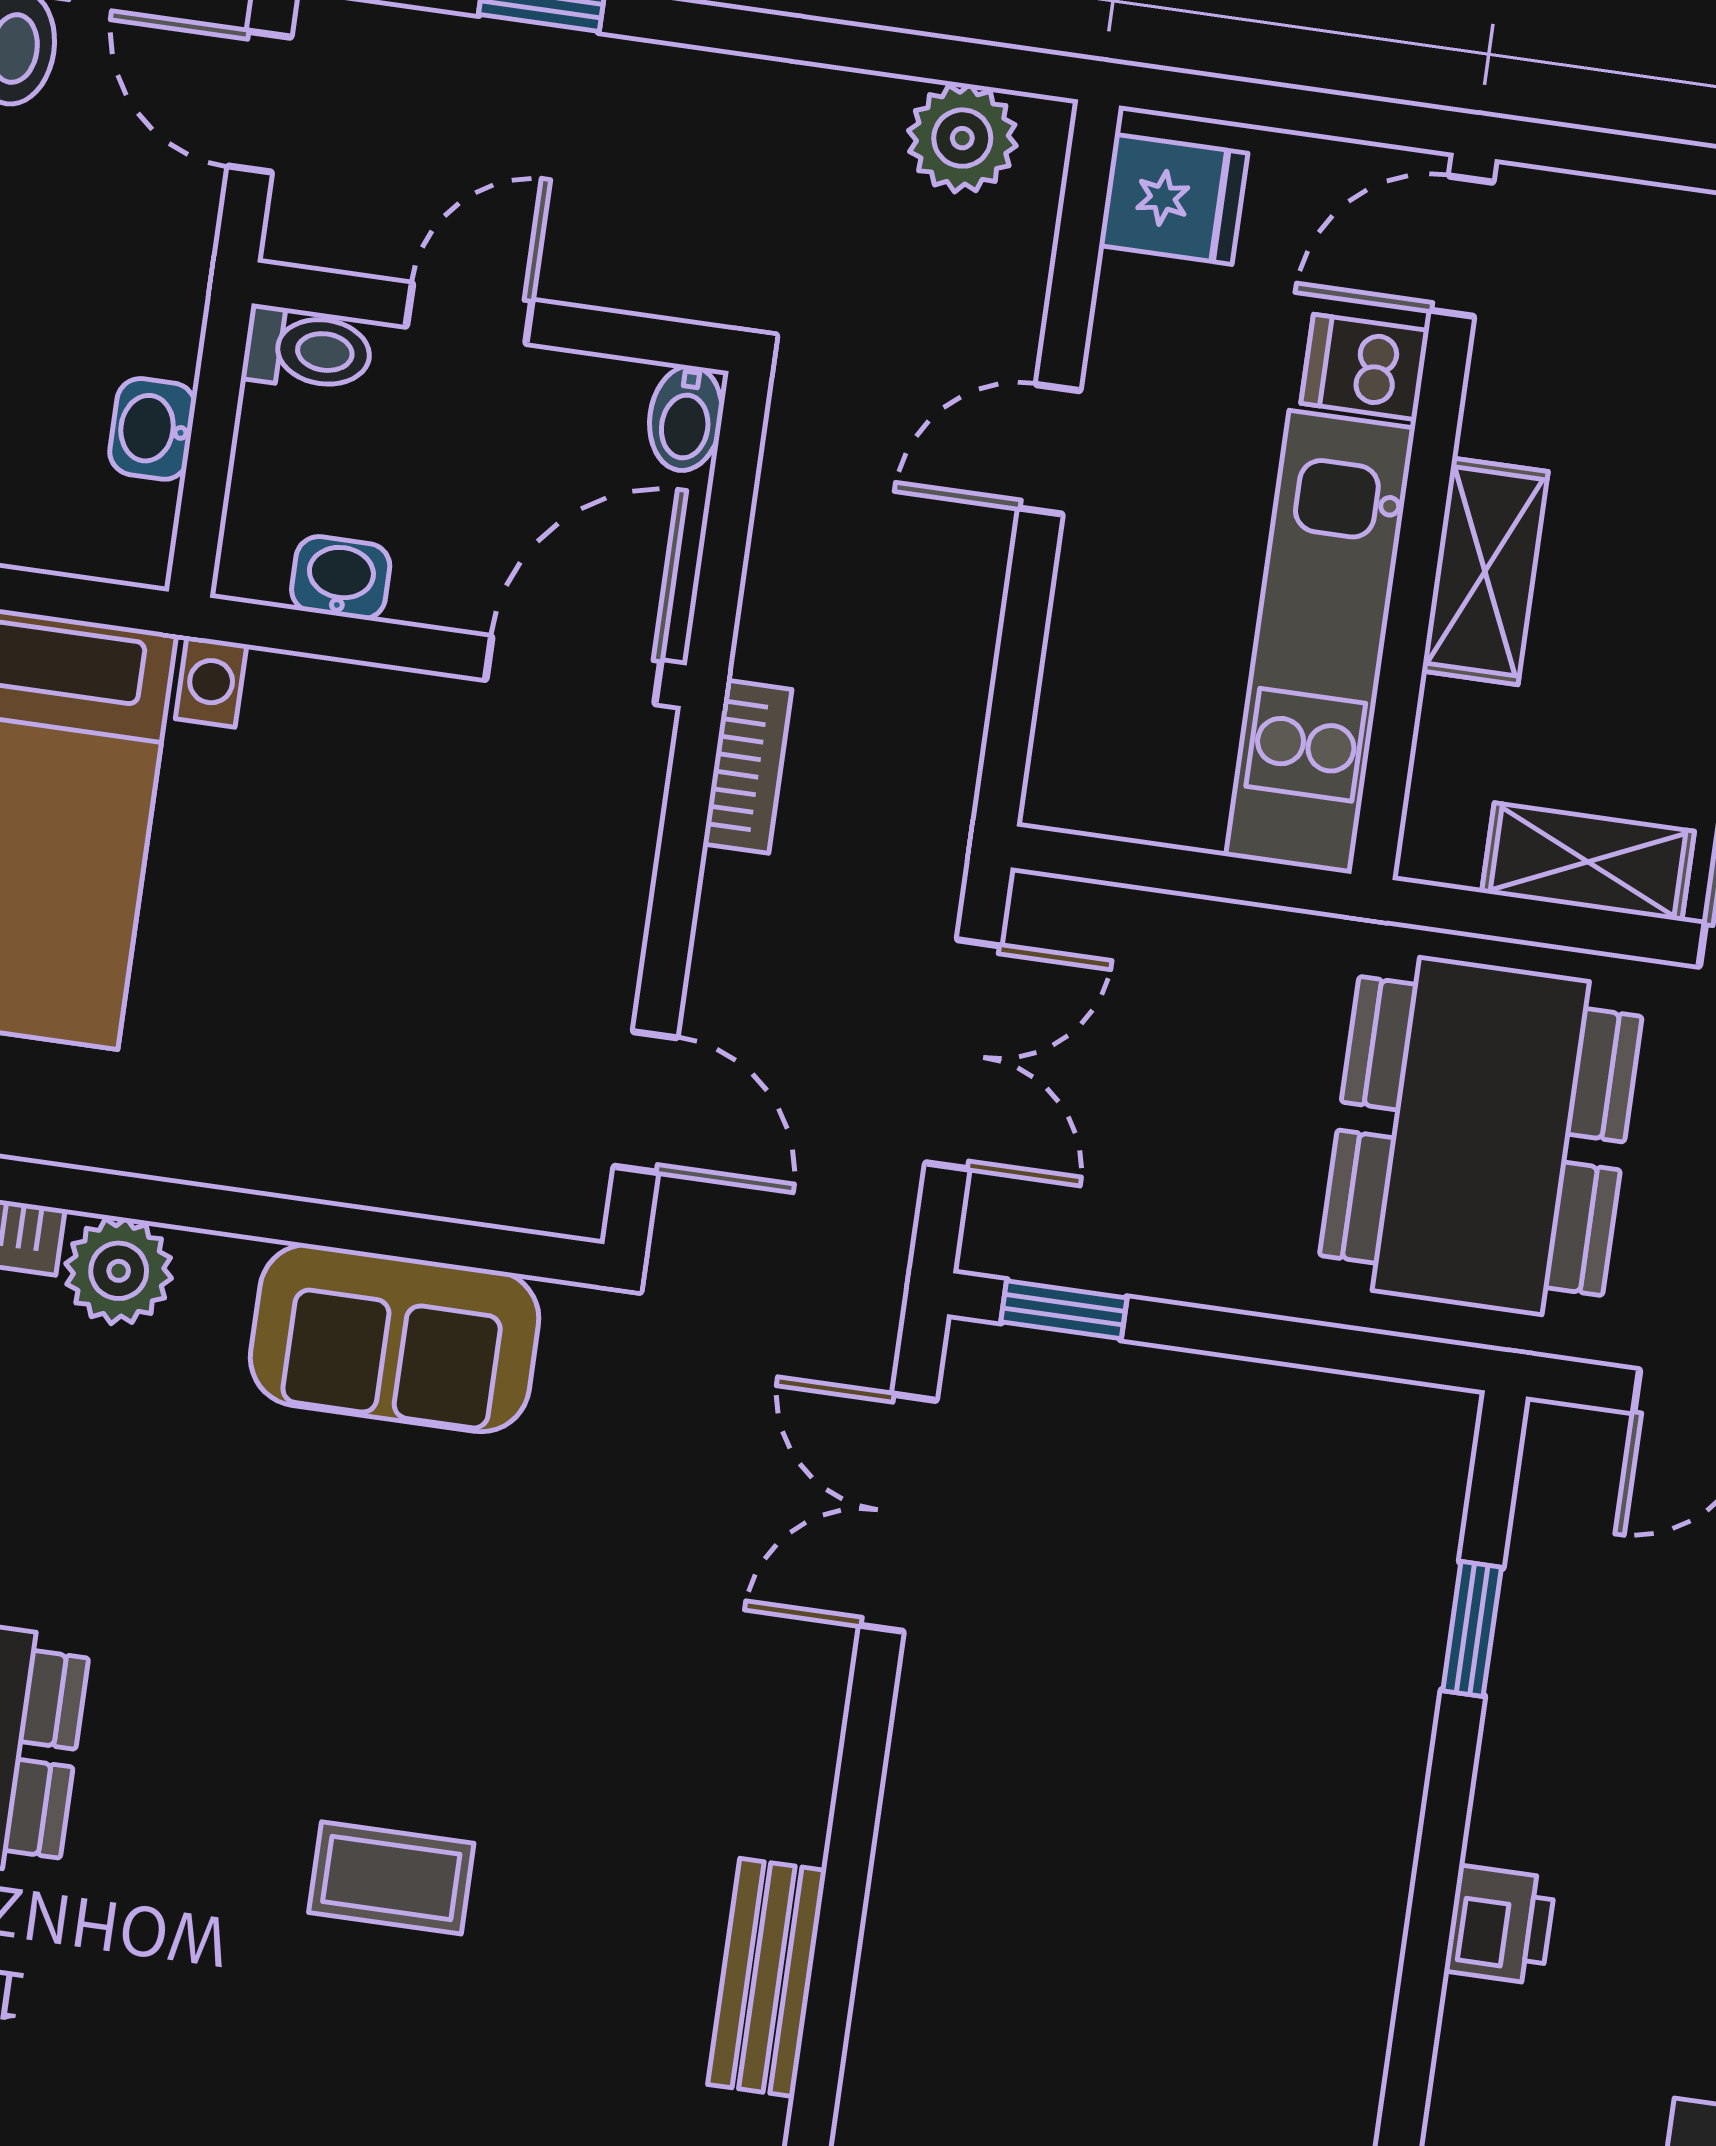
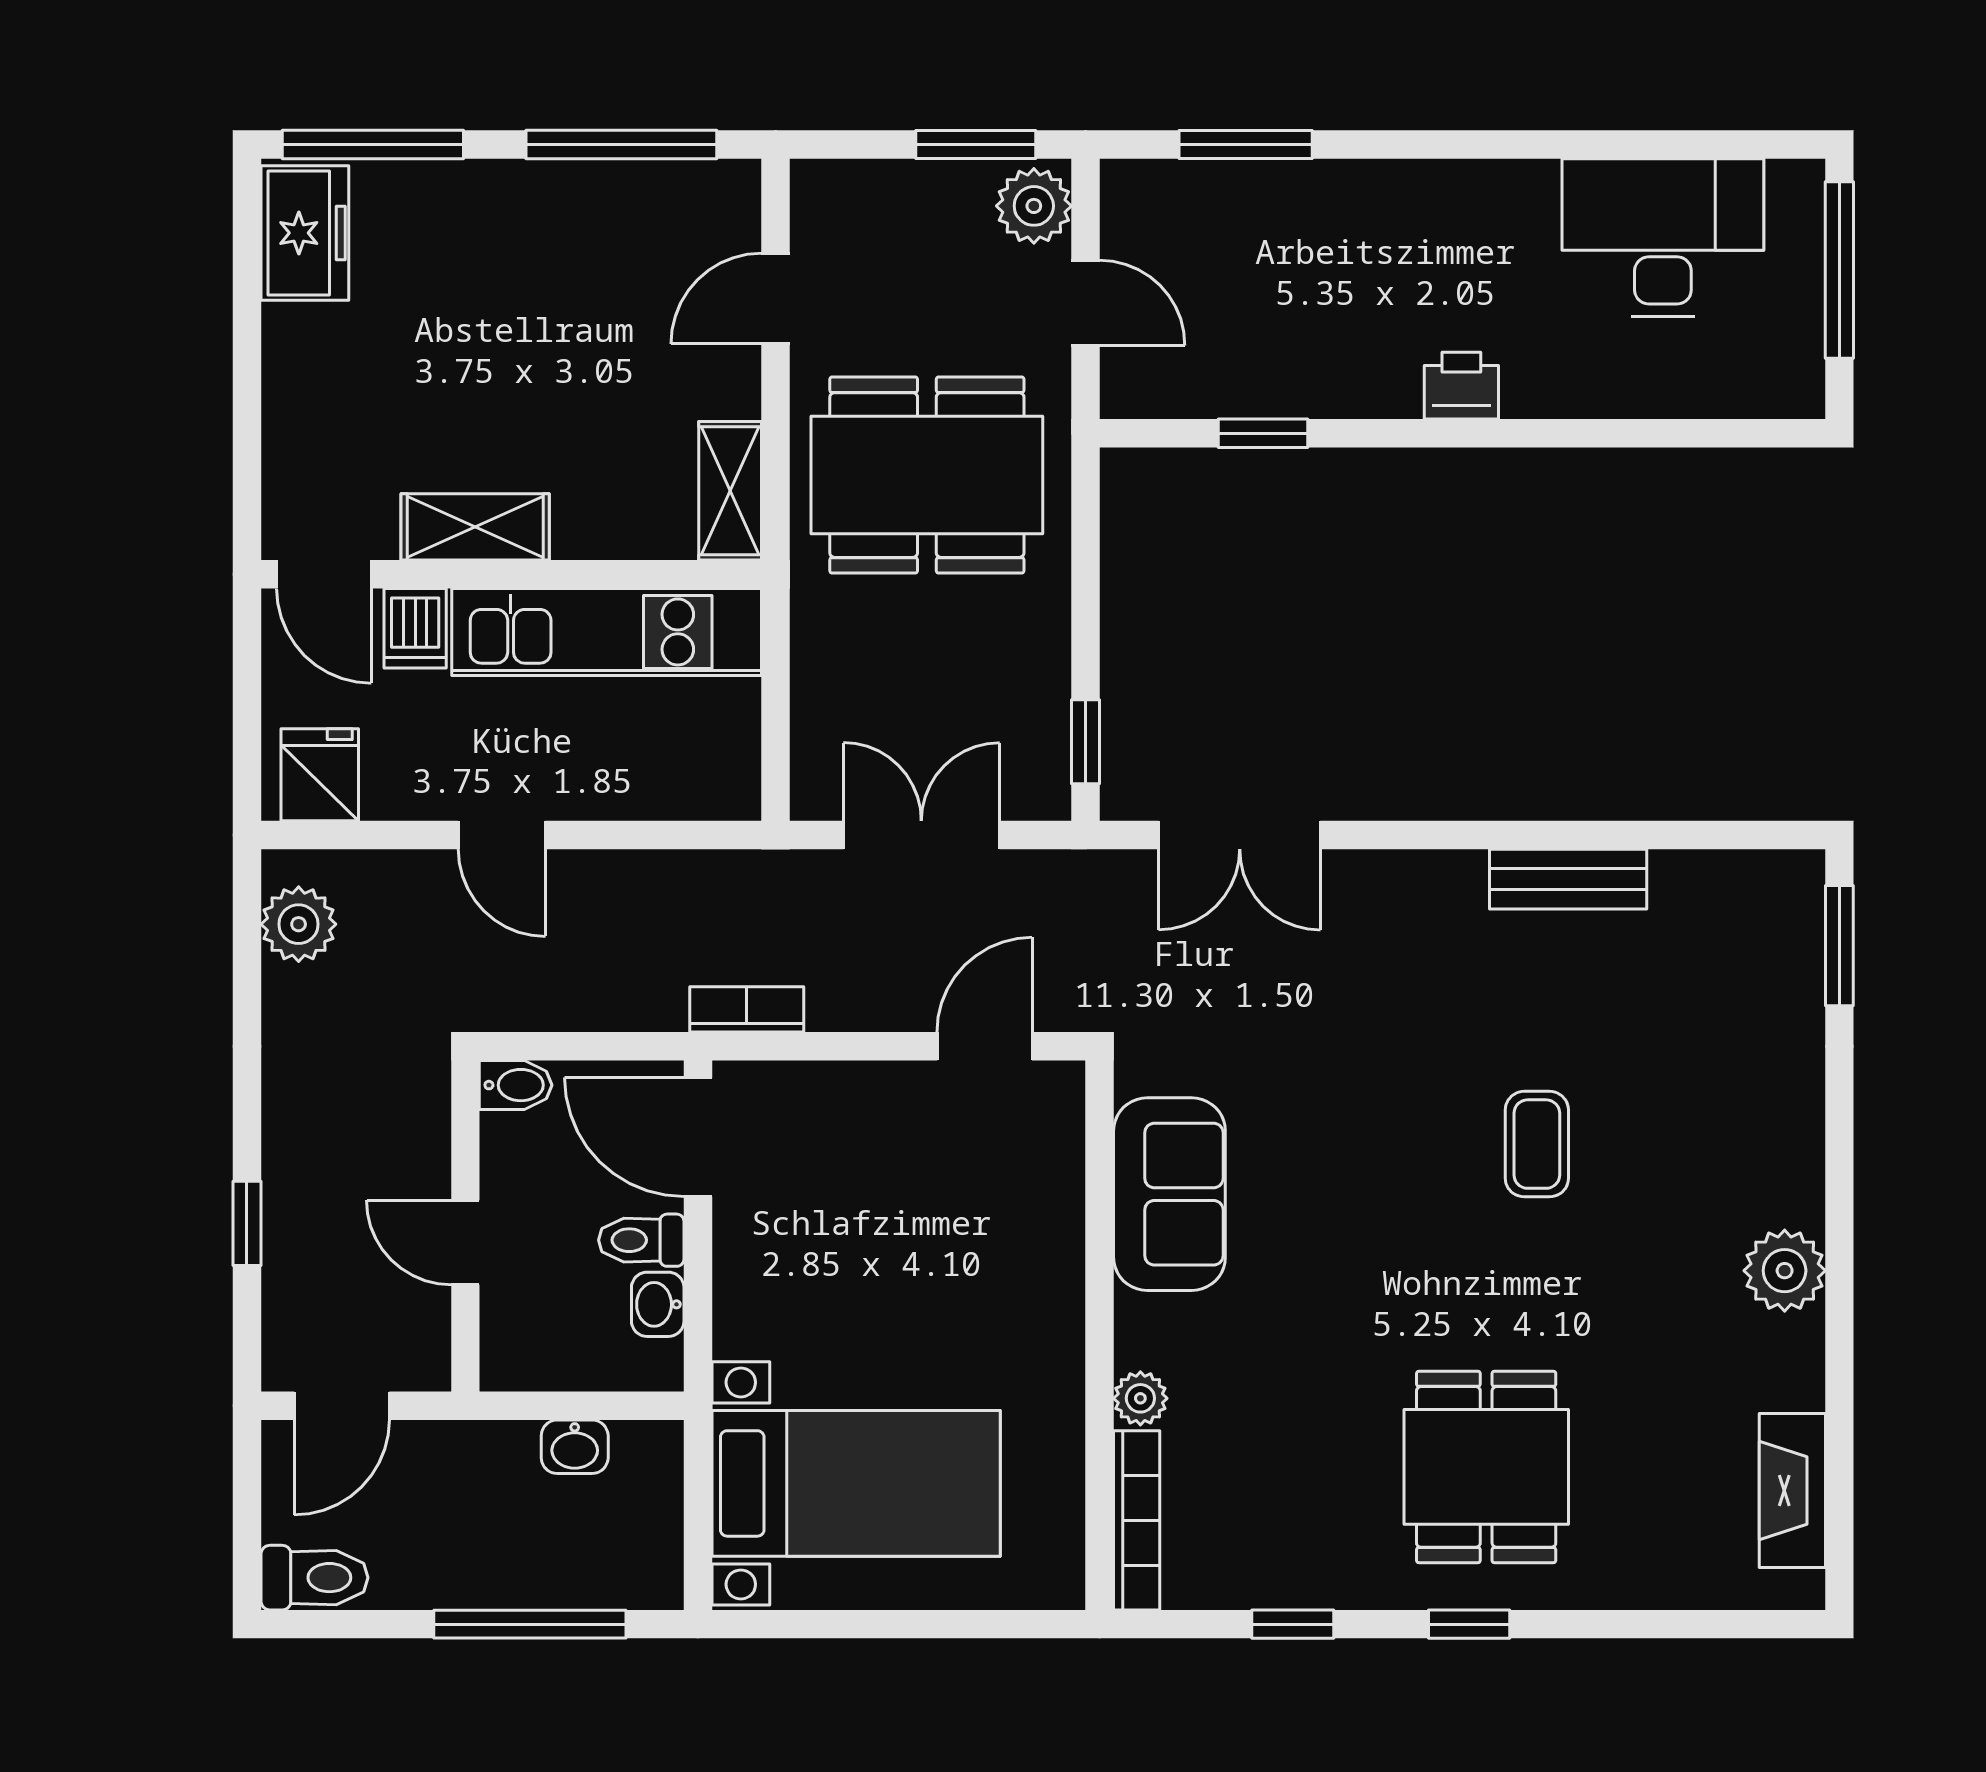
toilet: (308, 350) -> (641, 1240), moved, turned -90
shelving: (1485, 571) -> (475, 527), moved
shelving: (1588, 862) -> (730, 491), moved
plant: (119, 1271) -> (1140, 1398), width x0.73, depth x0.73

